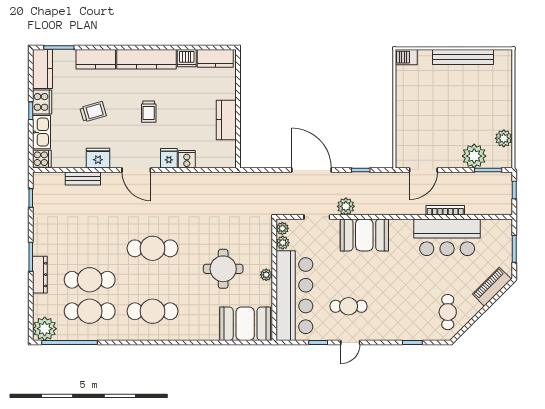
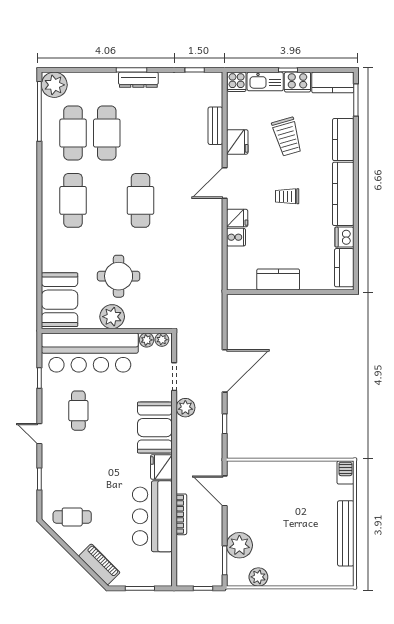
trolley: (93, 112) -> (287, 137), width x1.36, depth x1.39
fridge: (401, 229) -> (161, 467), added
dresser: (40, 275) -> (138, 80), moved
plant: (266, 275) -> (112, 317), width x1.88, depth x1.88
door: (350, 343) -> (39, 434), moved

